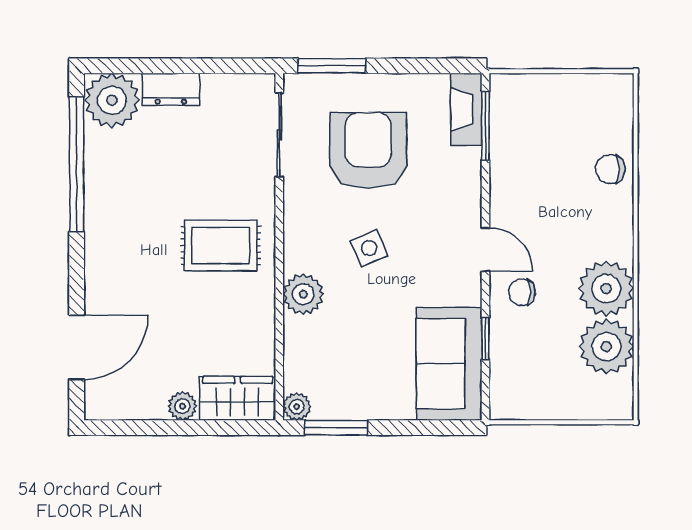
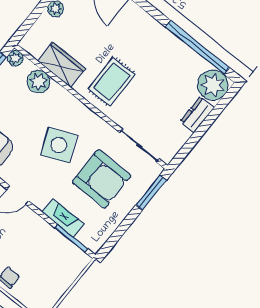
fireplace: (466, 109) -> (63, 218), moved
side table: (369, 248) -> (59, 145), width x1.87, depth x1.87
plant: (303, 294) -> (38, 82), moved
wardrobe: (238, 398) -> (62, 65), moved, turned -90

